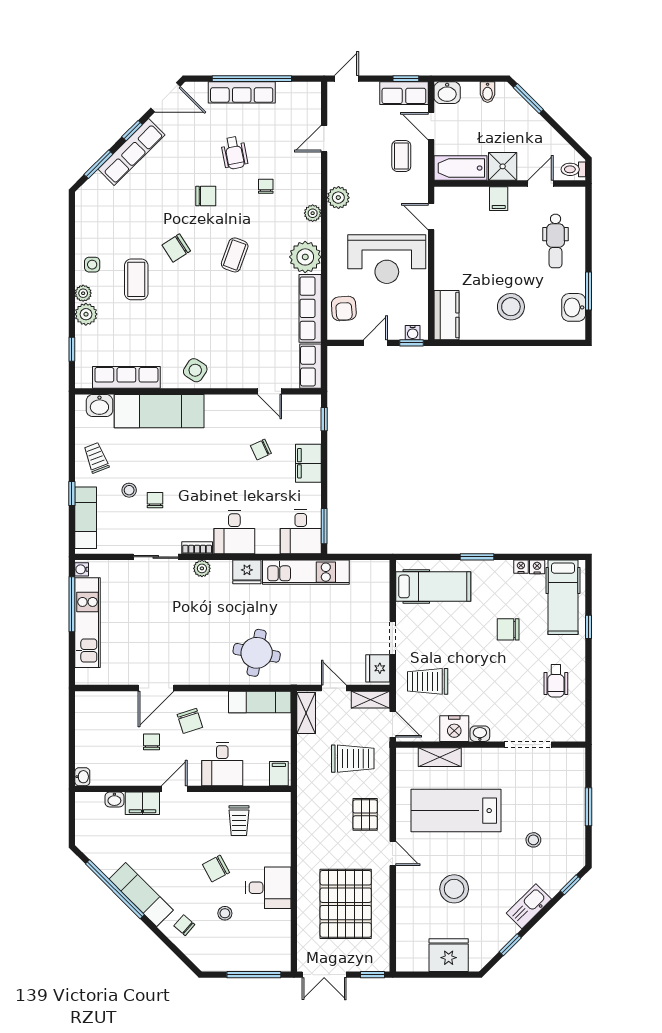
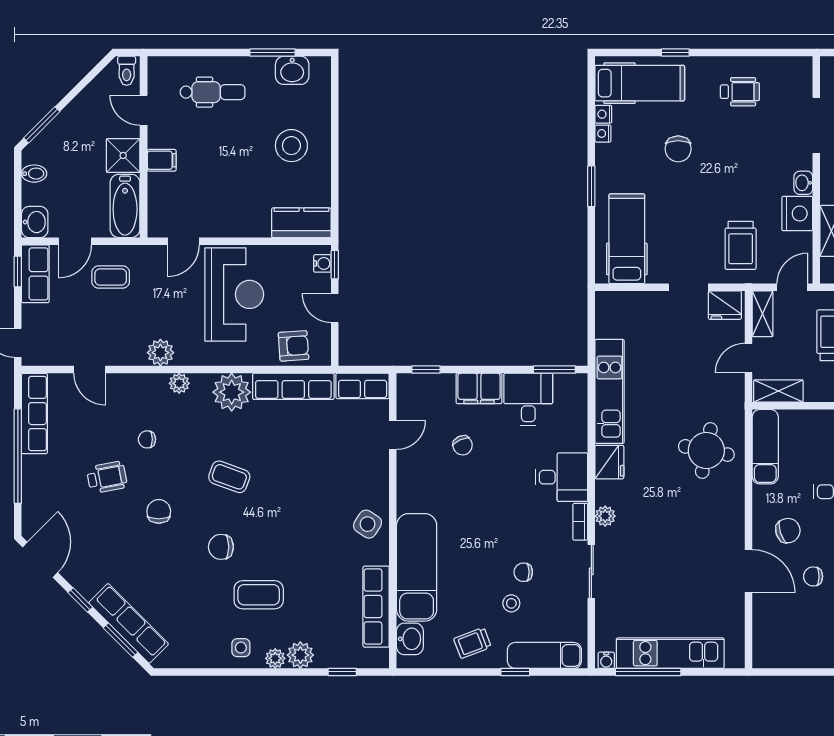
row of seats: (242, 92) -> (34, 414), moved
row of seats: (131, 152) -> (129, 623), moved
chair: (176, 248) -> (221, 547), turned 123
desk: (301, 532) -> (528, 399), moved, turned -90

